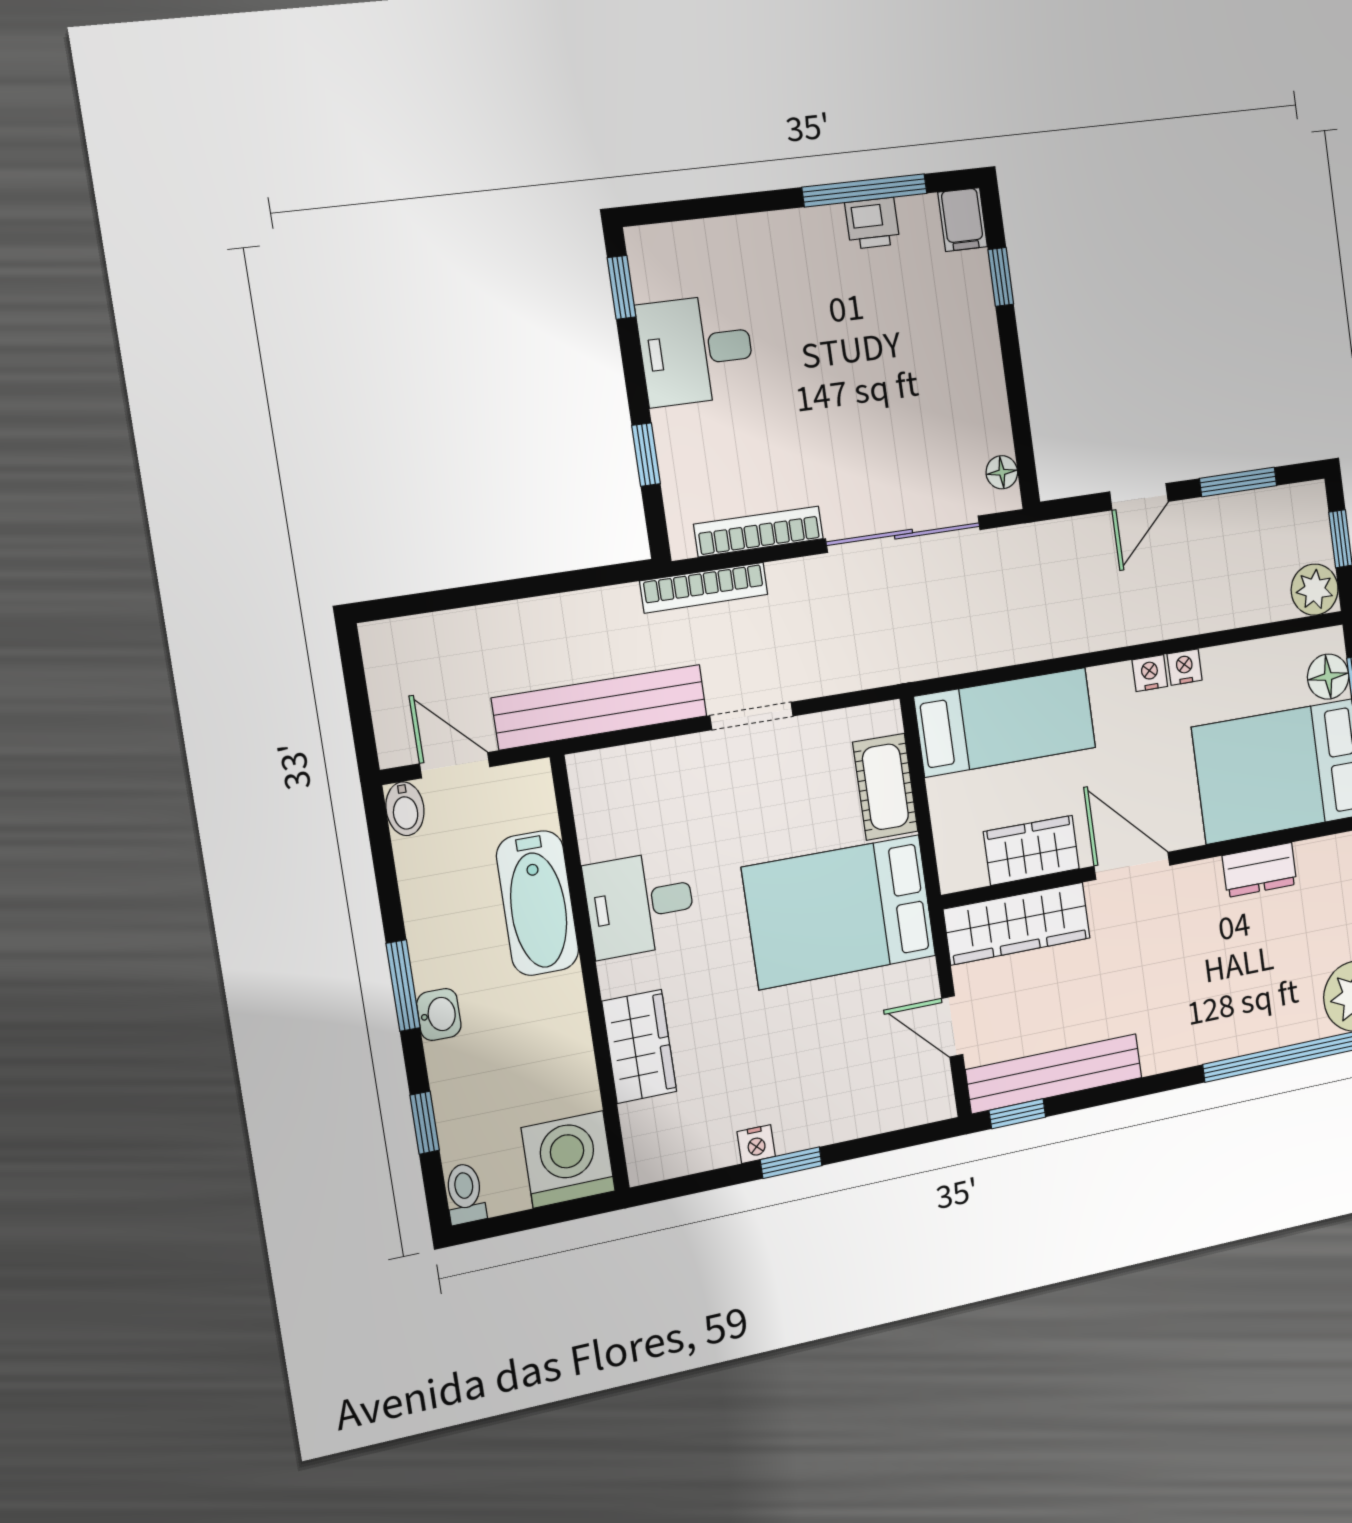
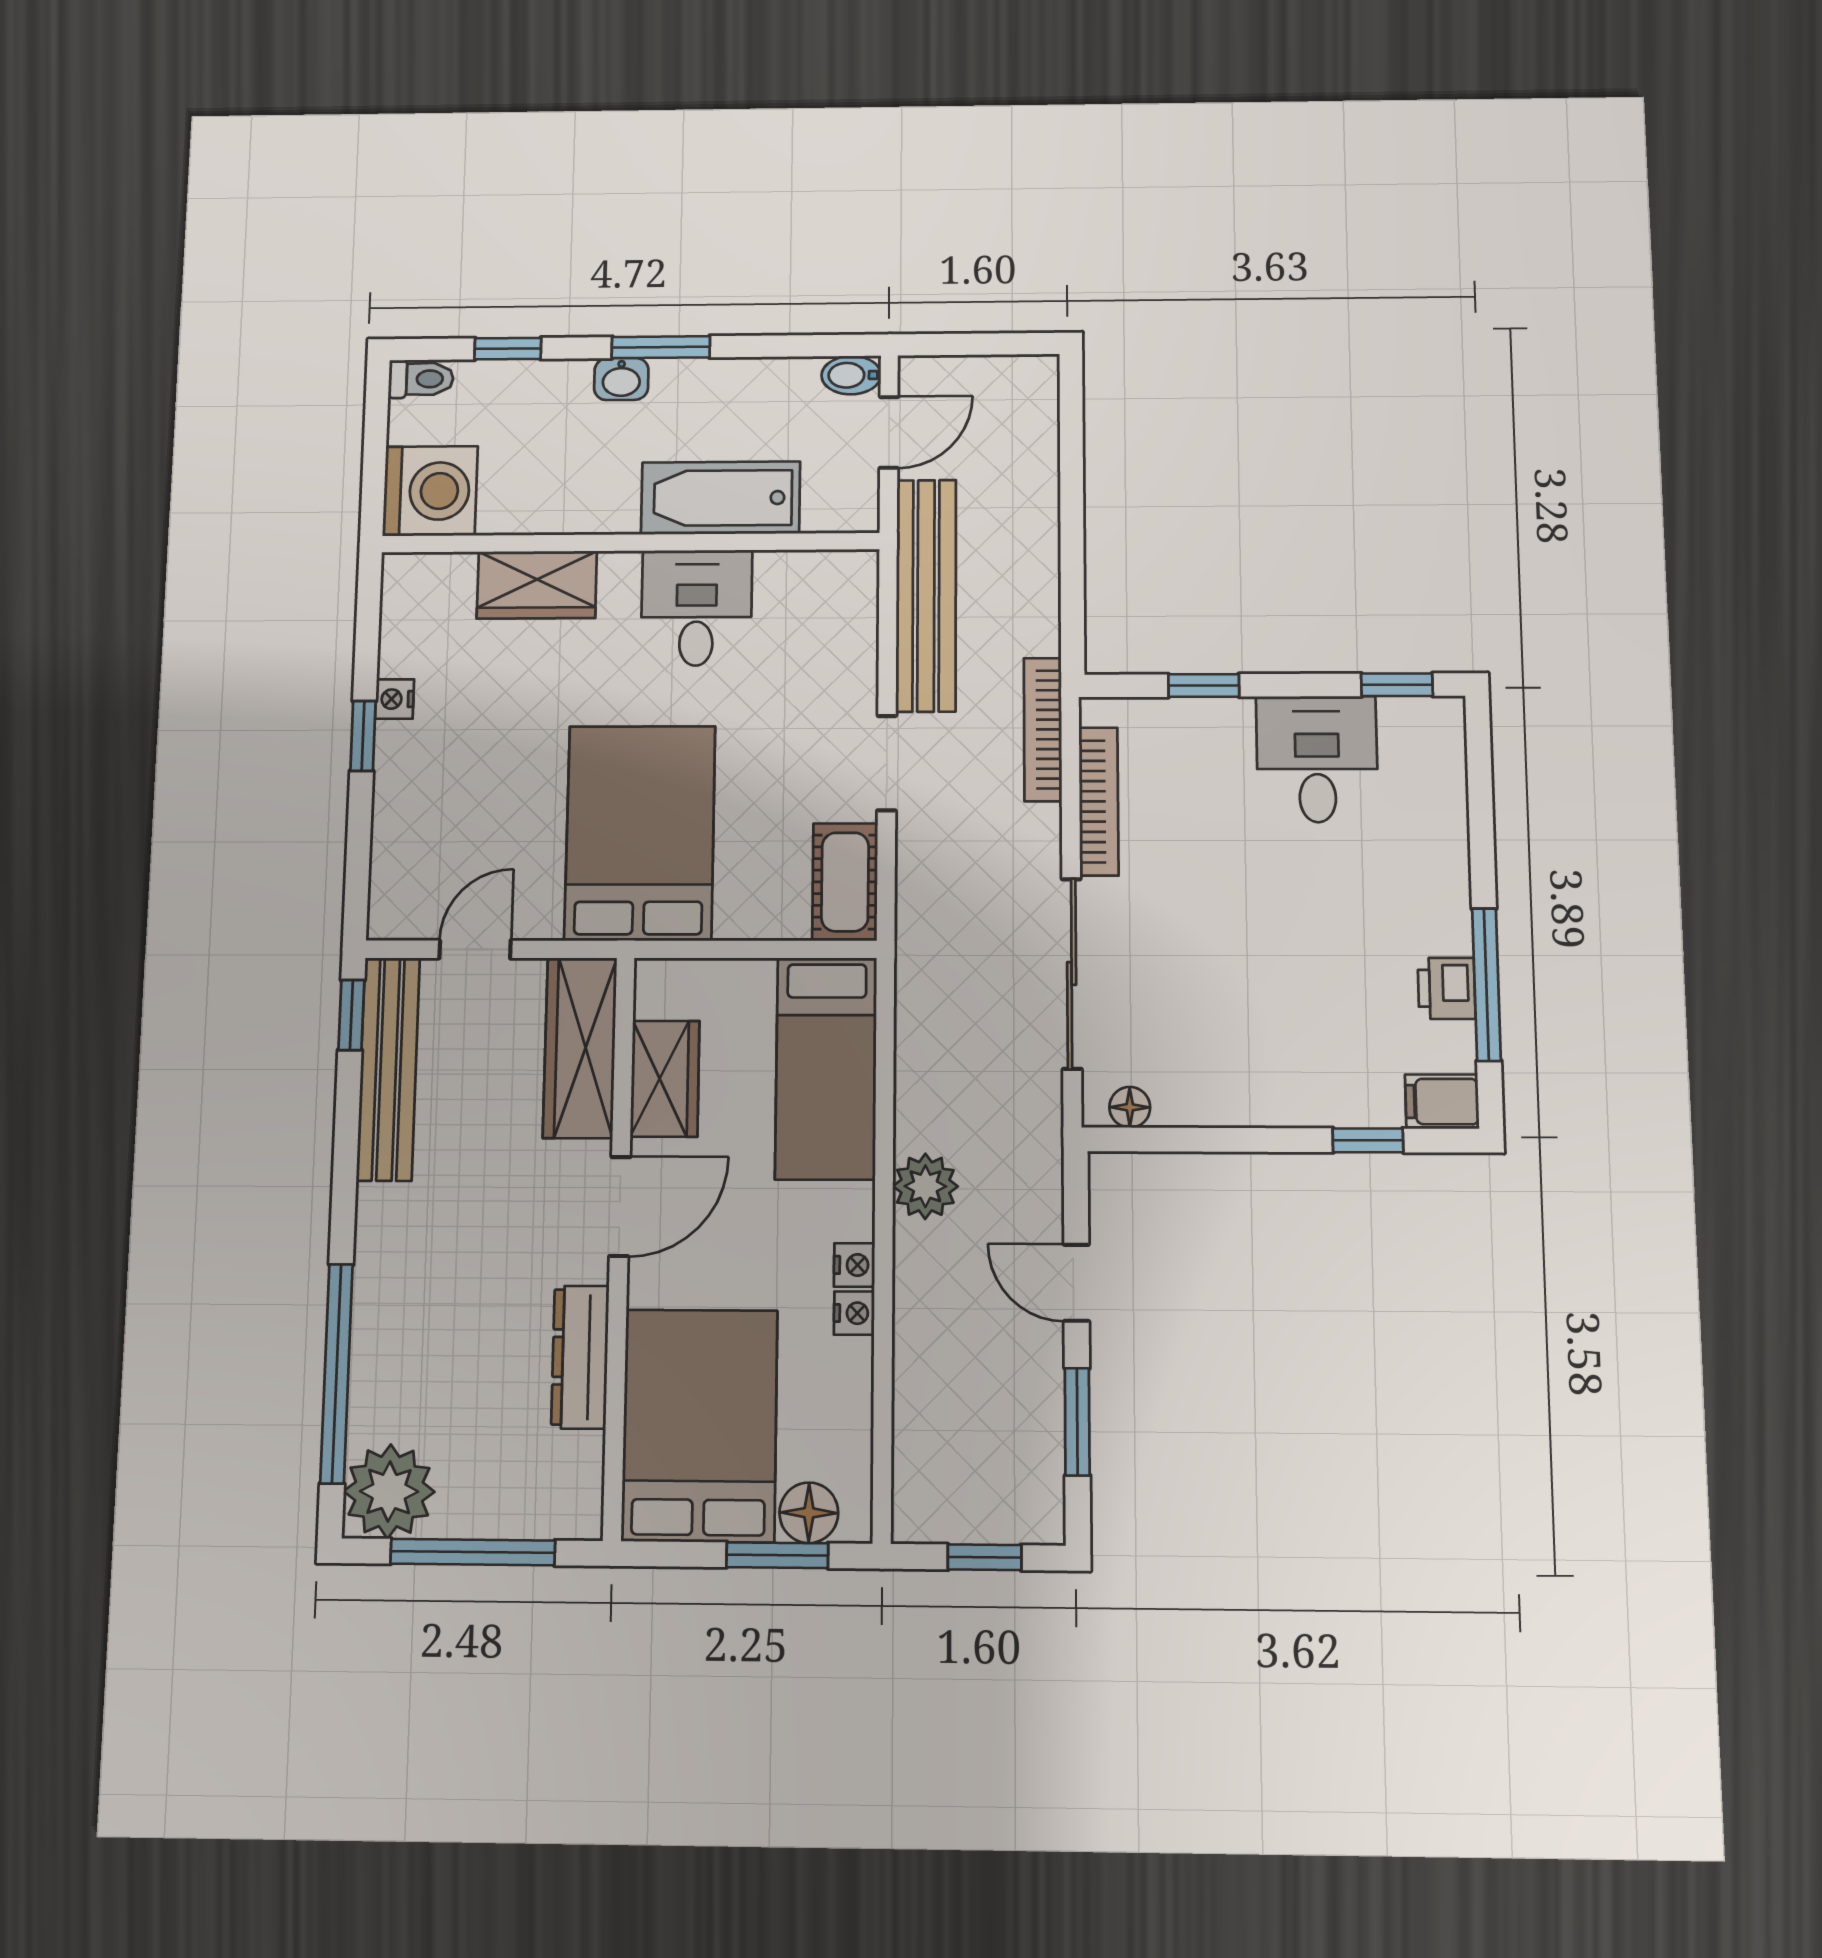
plant: (1315, 590) -> (925, 1186), moved
cot: (885, 787) -> (845, 882), moved, turned 90
dresser: (1260, 870) -> (580, 1357), width x1.44

